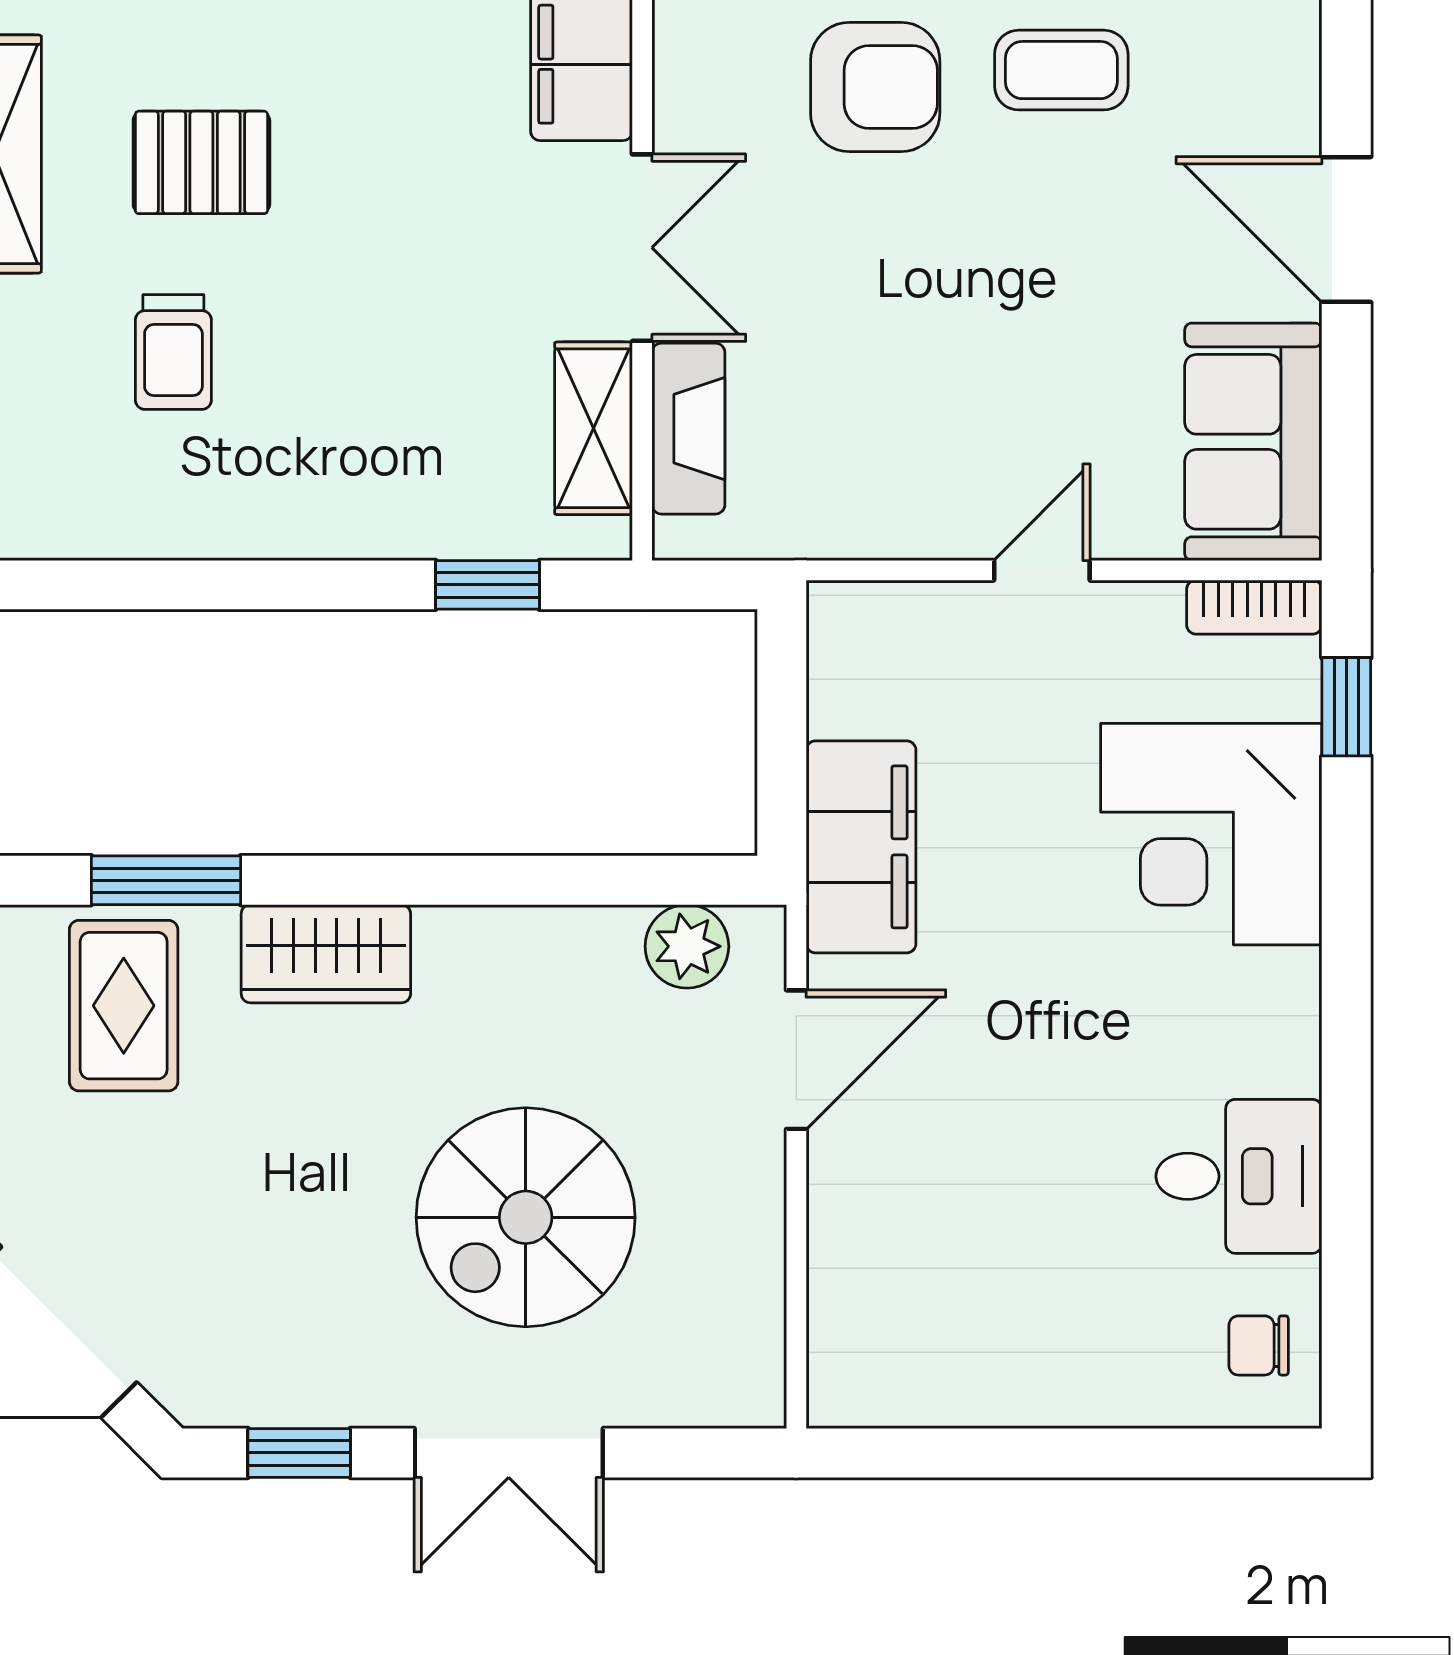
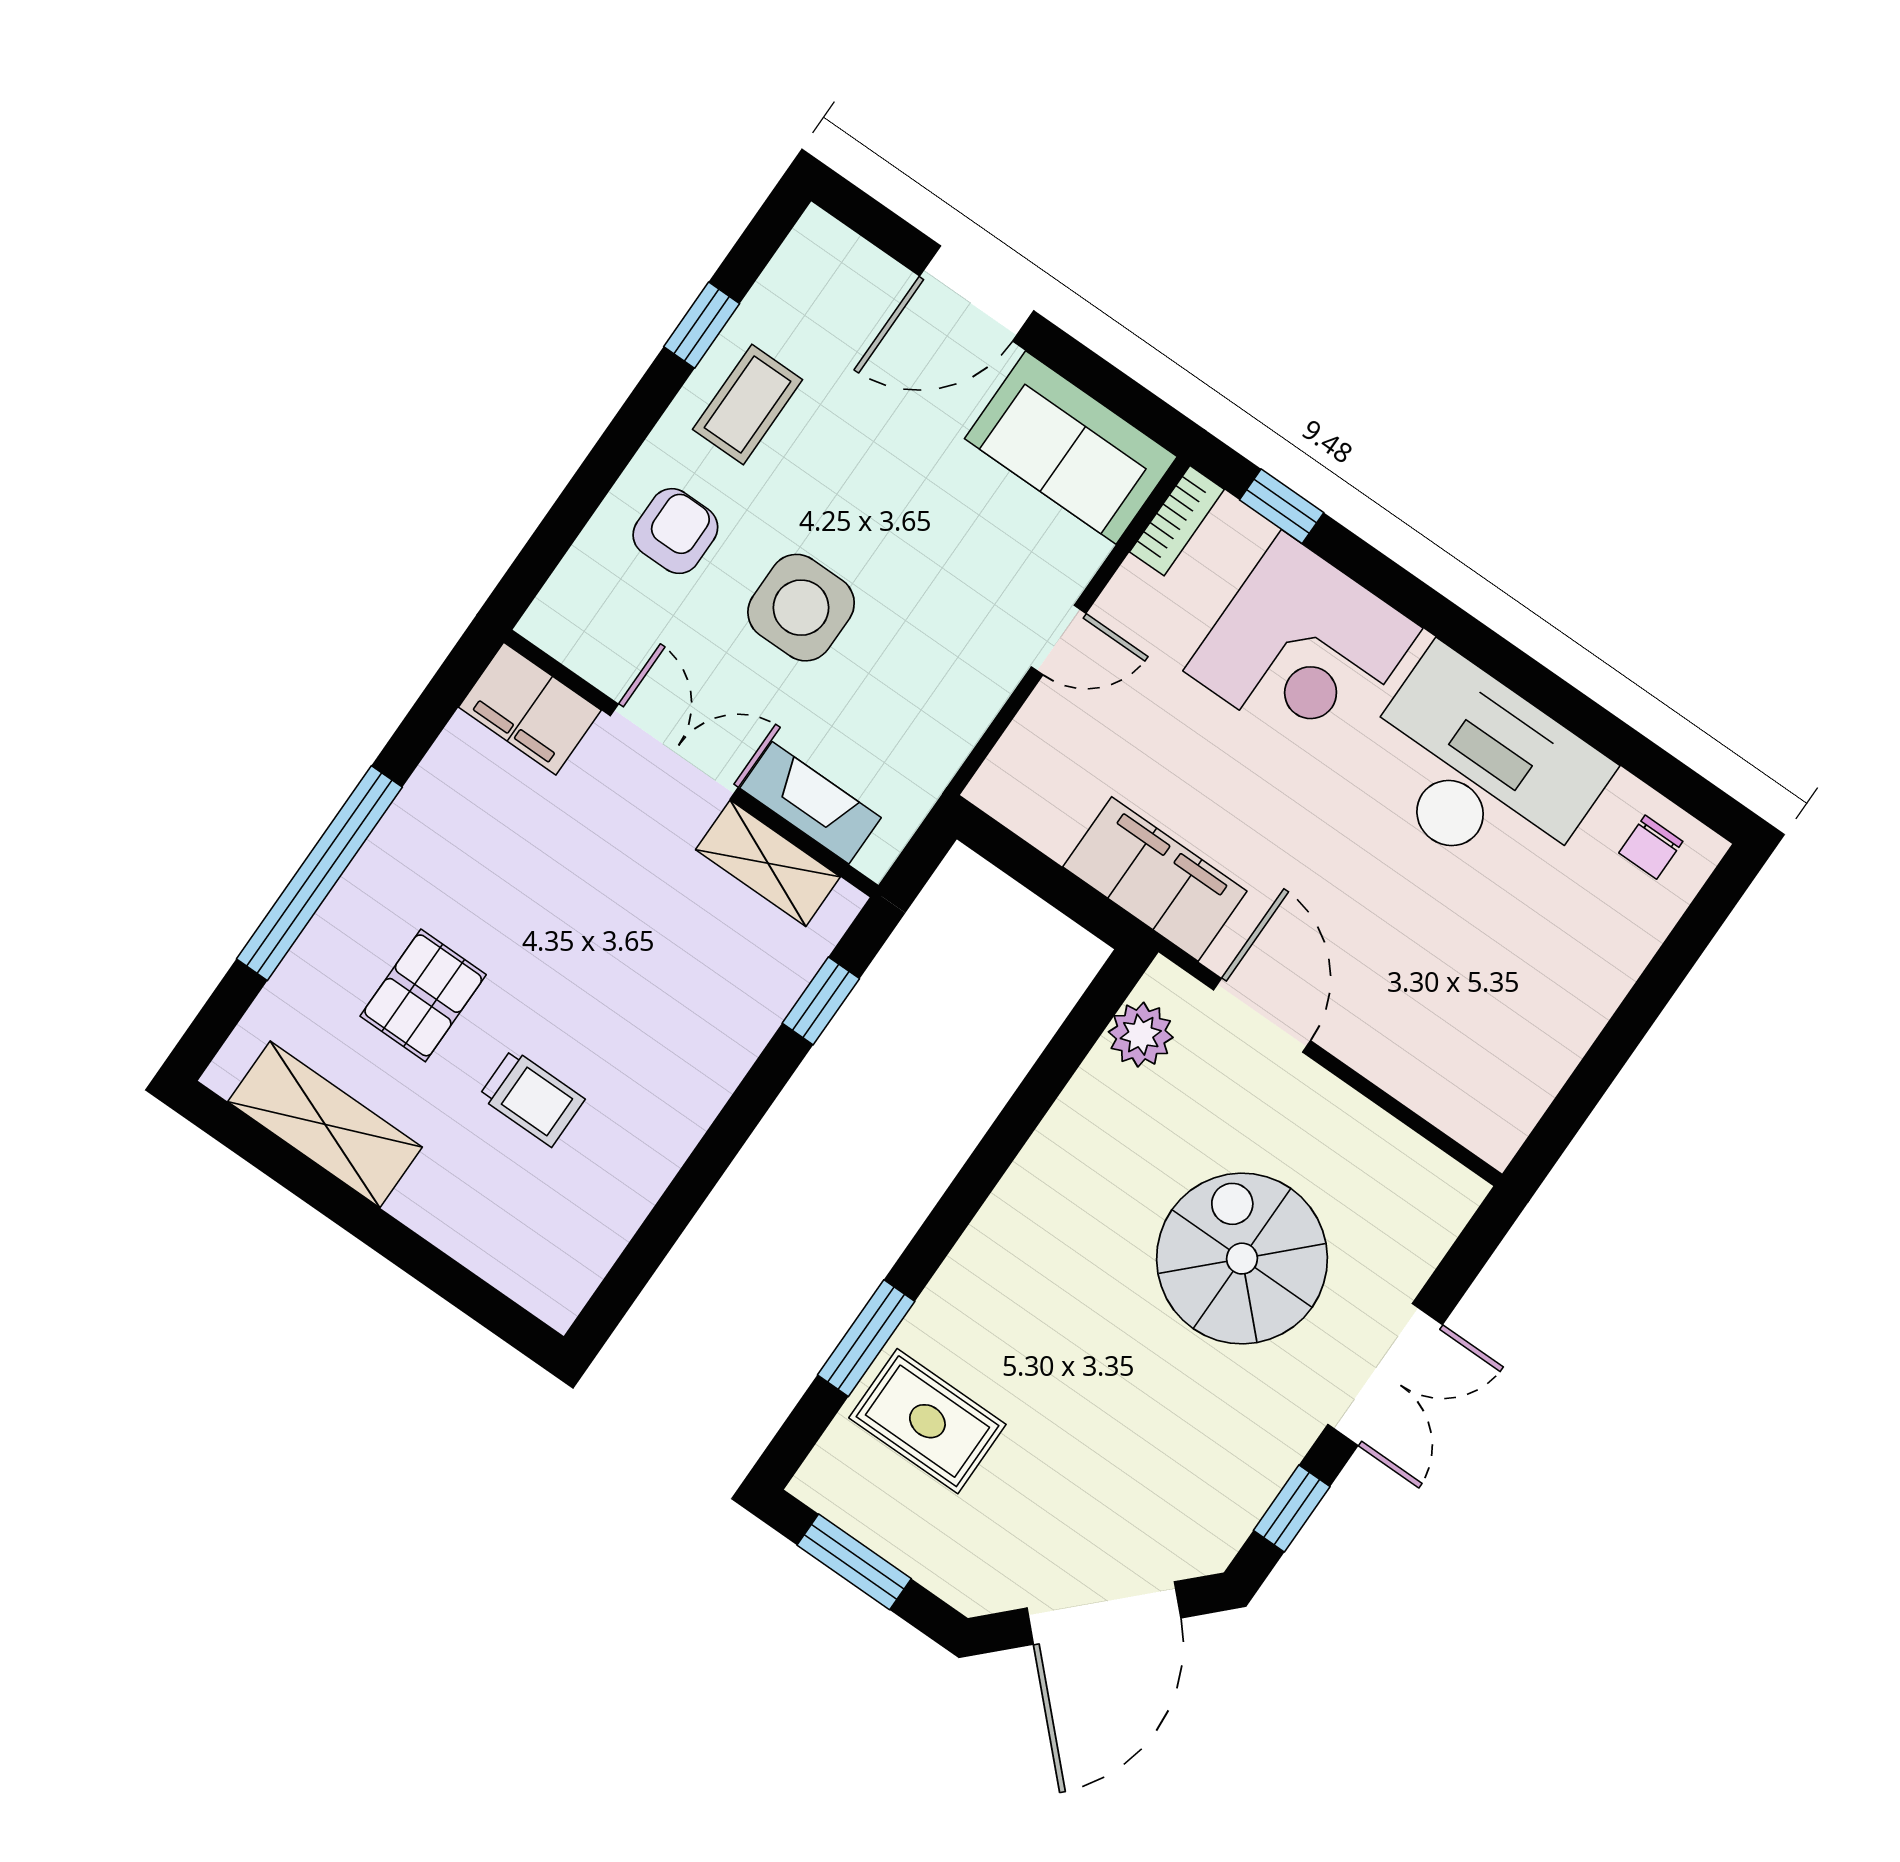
armchair: (875, 87) -> (675, 531), width x0.72, depth x0.72
side table: (887, 275) -> (801, 608), added
door: (1042, 570) -> (1059, 640), swing flipped
wardrobe: (326, 954) -> (984, 1269), removed
desk: (1239, 1176) -> (1480, 770), width x1.87, depth x1.30
spiral stairs: (526, 1217) -> (1242, 1259), turned 180

